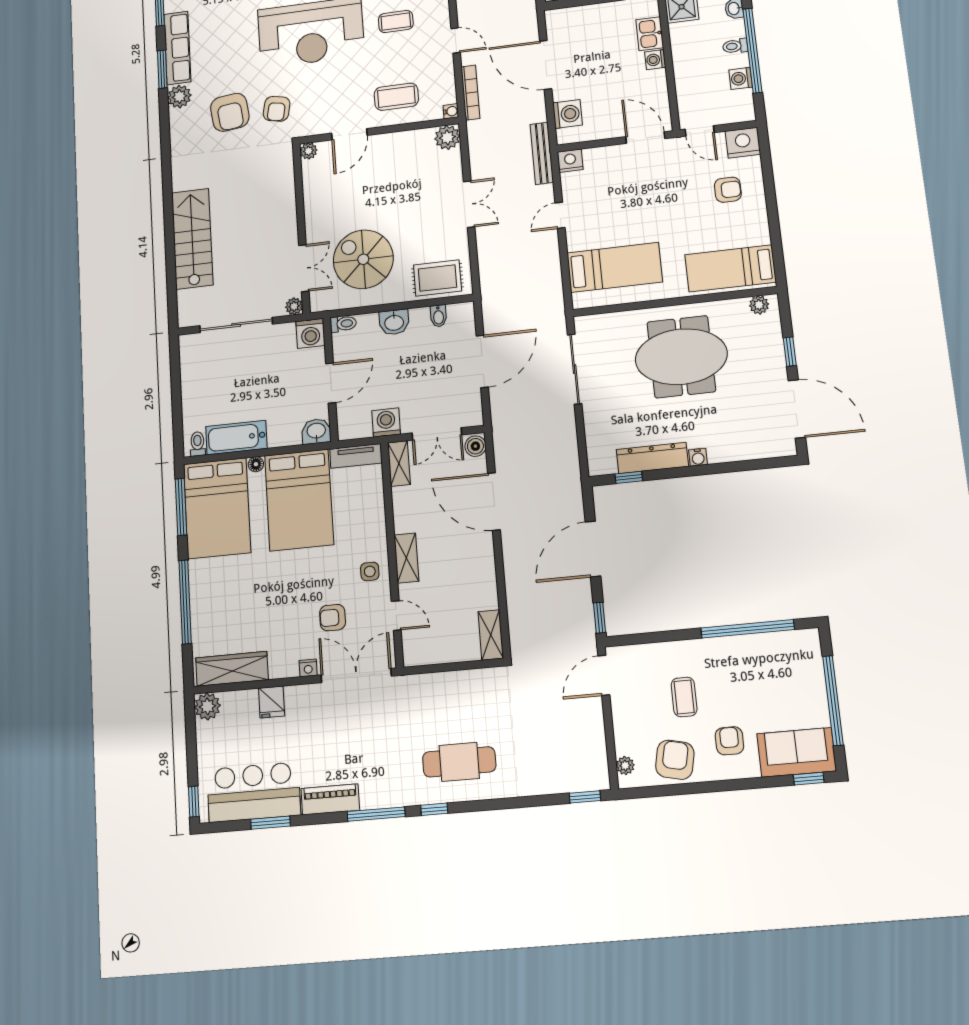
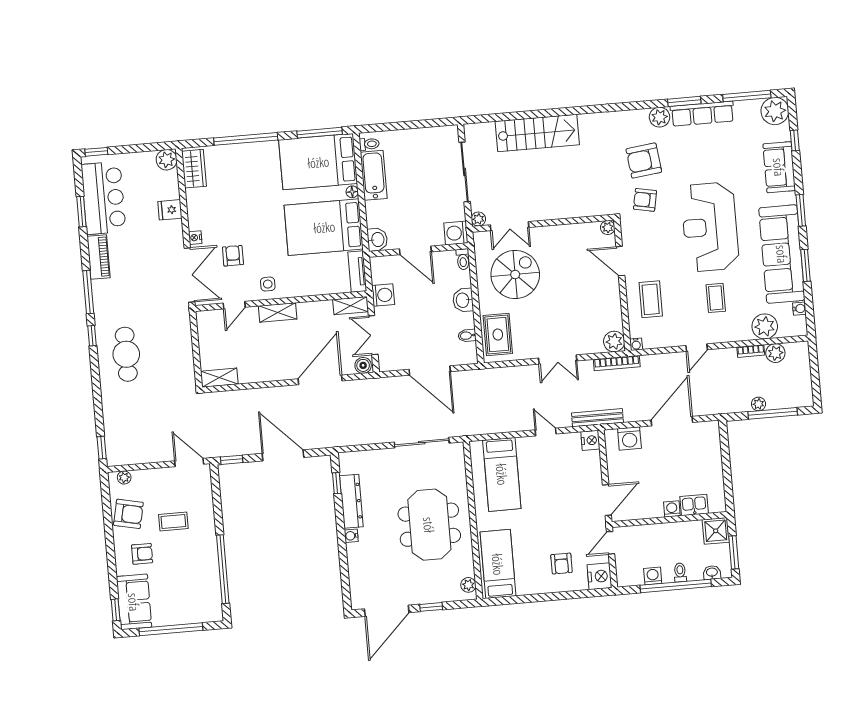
bookcase: (470, 93) -> (617, 363), moved
wardrobe: (232, 669) -> (194, 169), width x0.67

